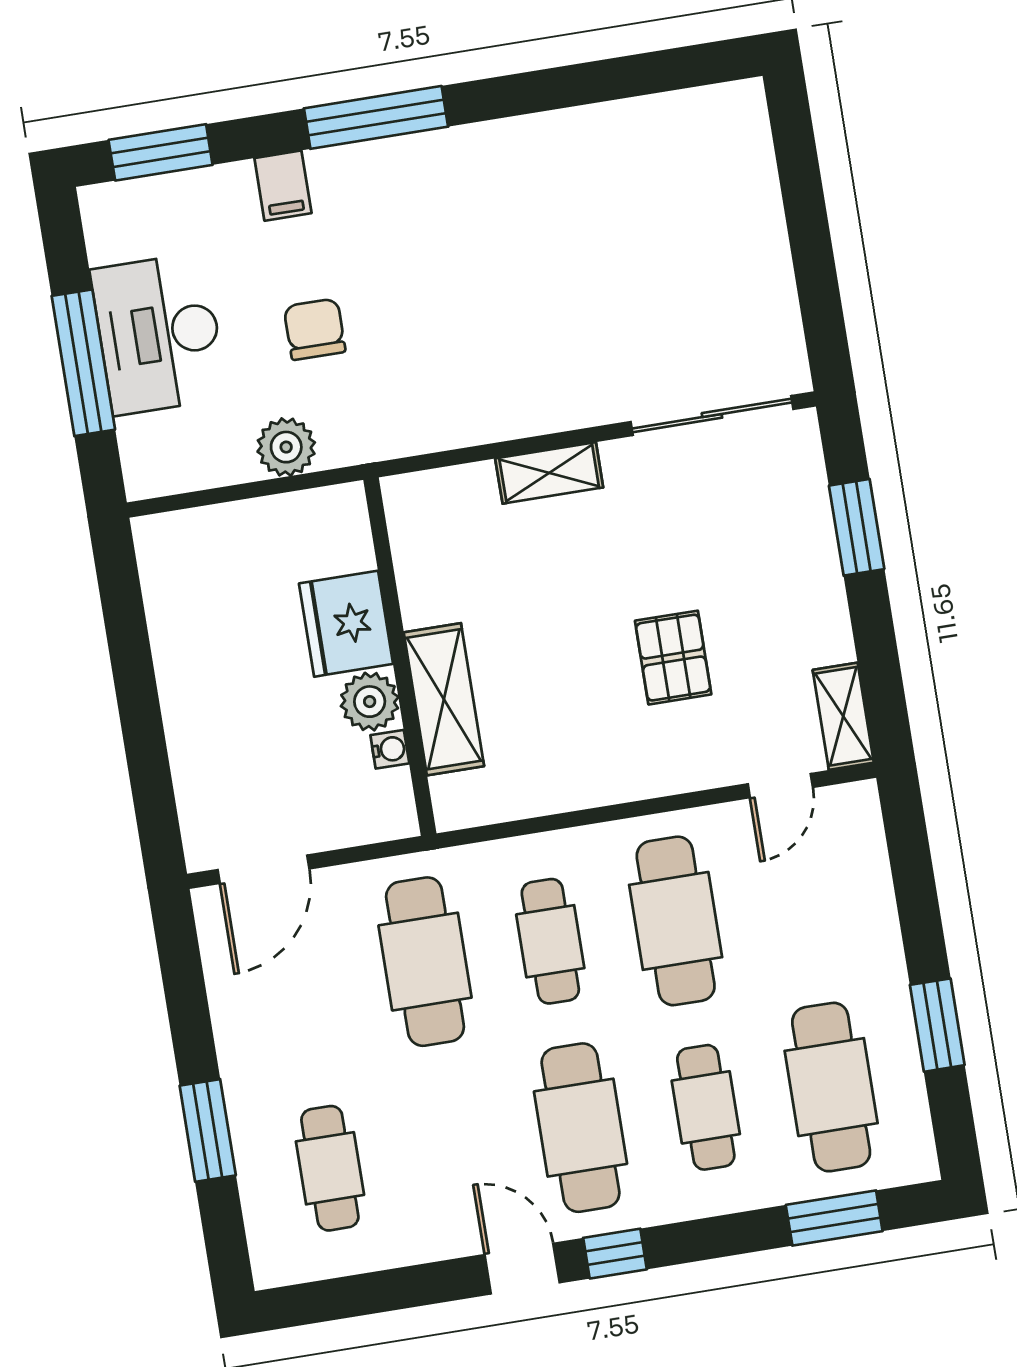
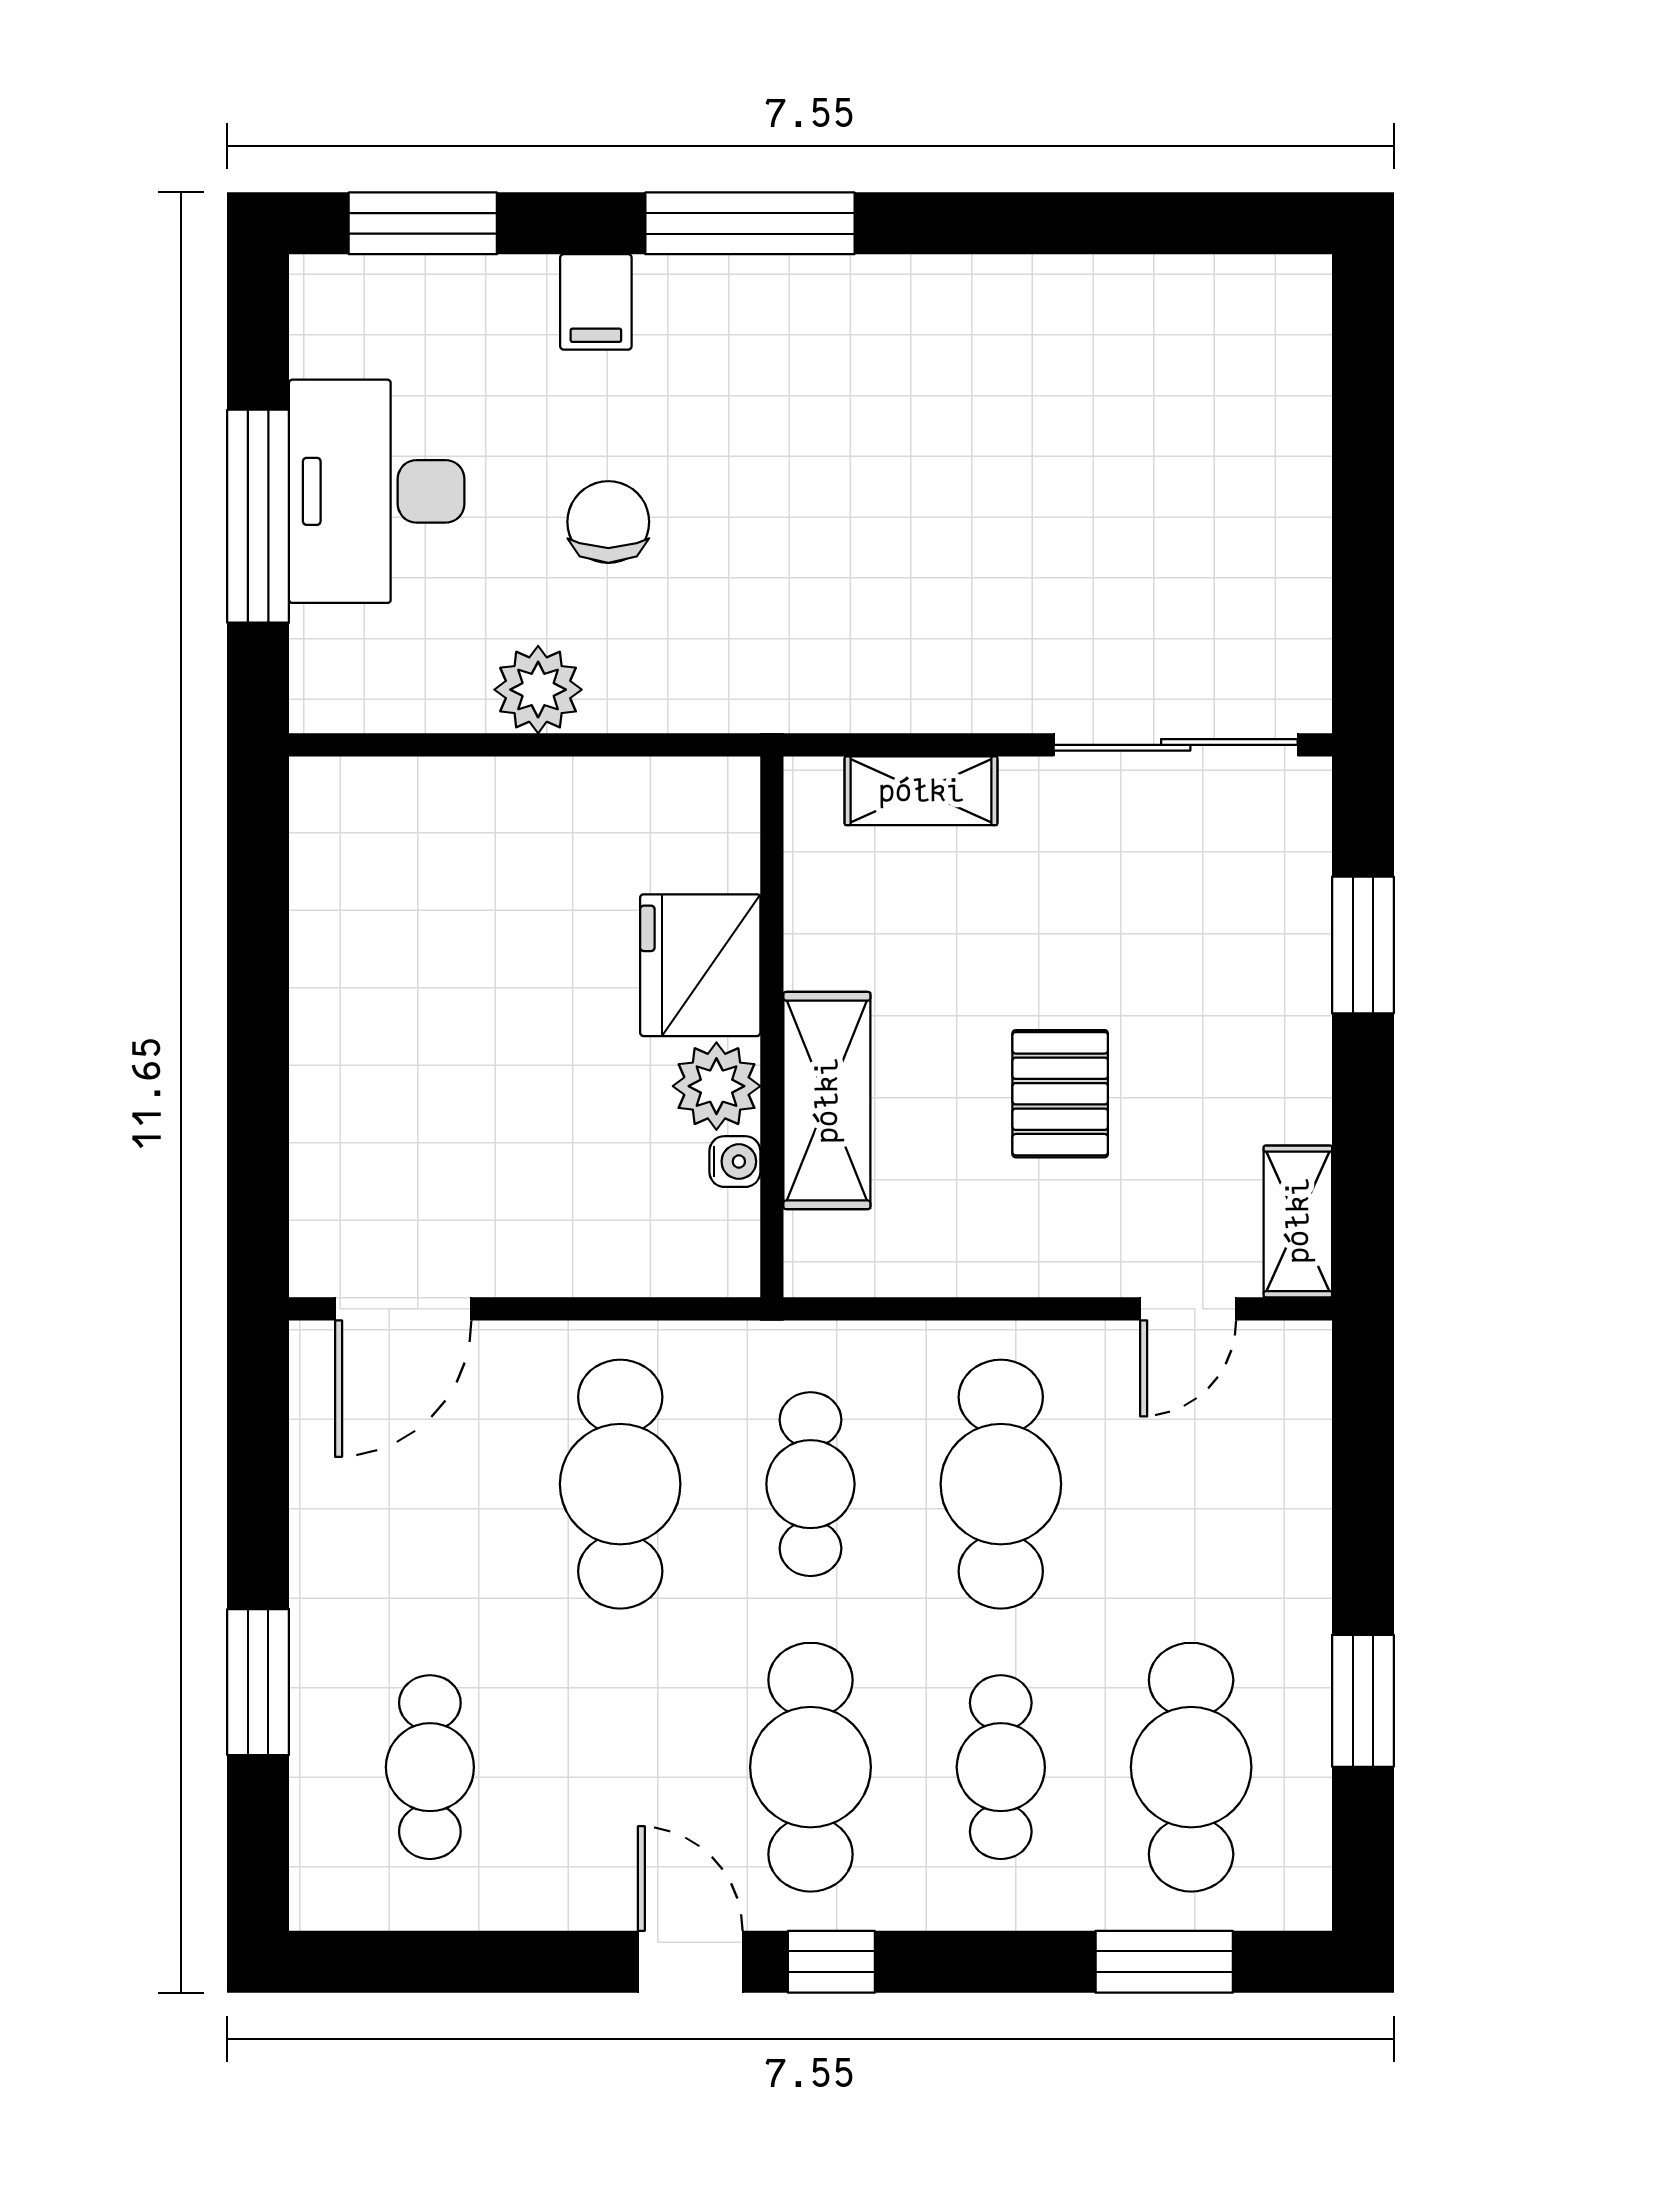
fridge: (346, 624) -> (700, 965), moved
wall: (400, 657) -> (772, 1027), moved
shelving: (444, 699) -> (827, 1101), moved
plant: (370, 702) -> (716, 1086), moved
water cooler: (390, 749) -> (735, 1162), moved

